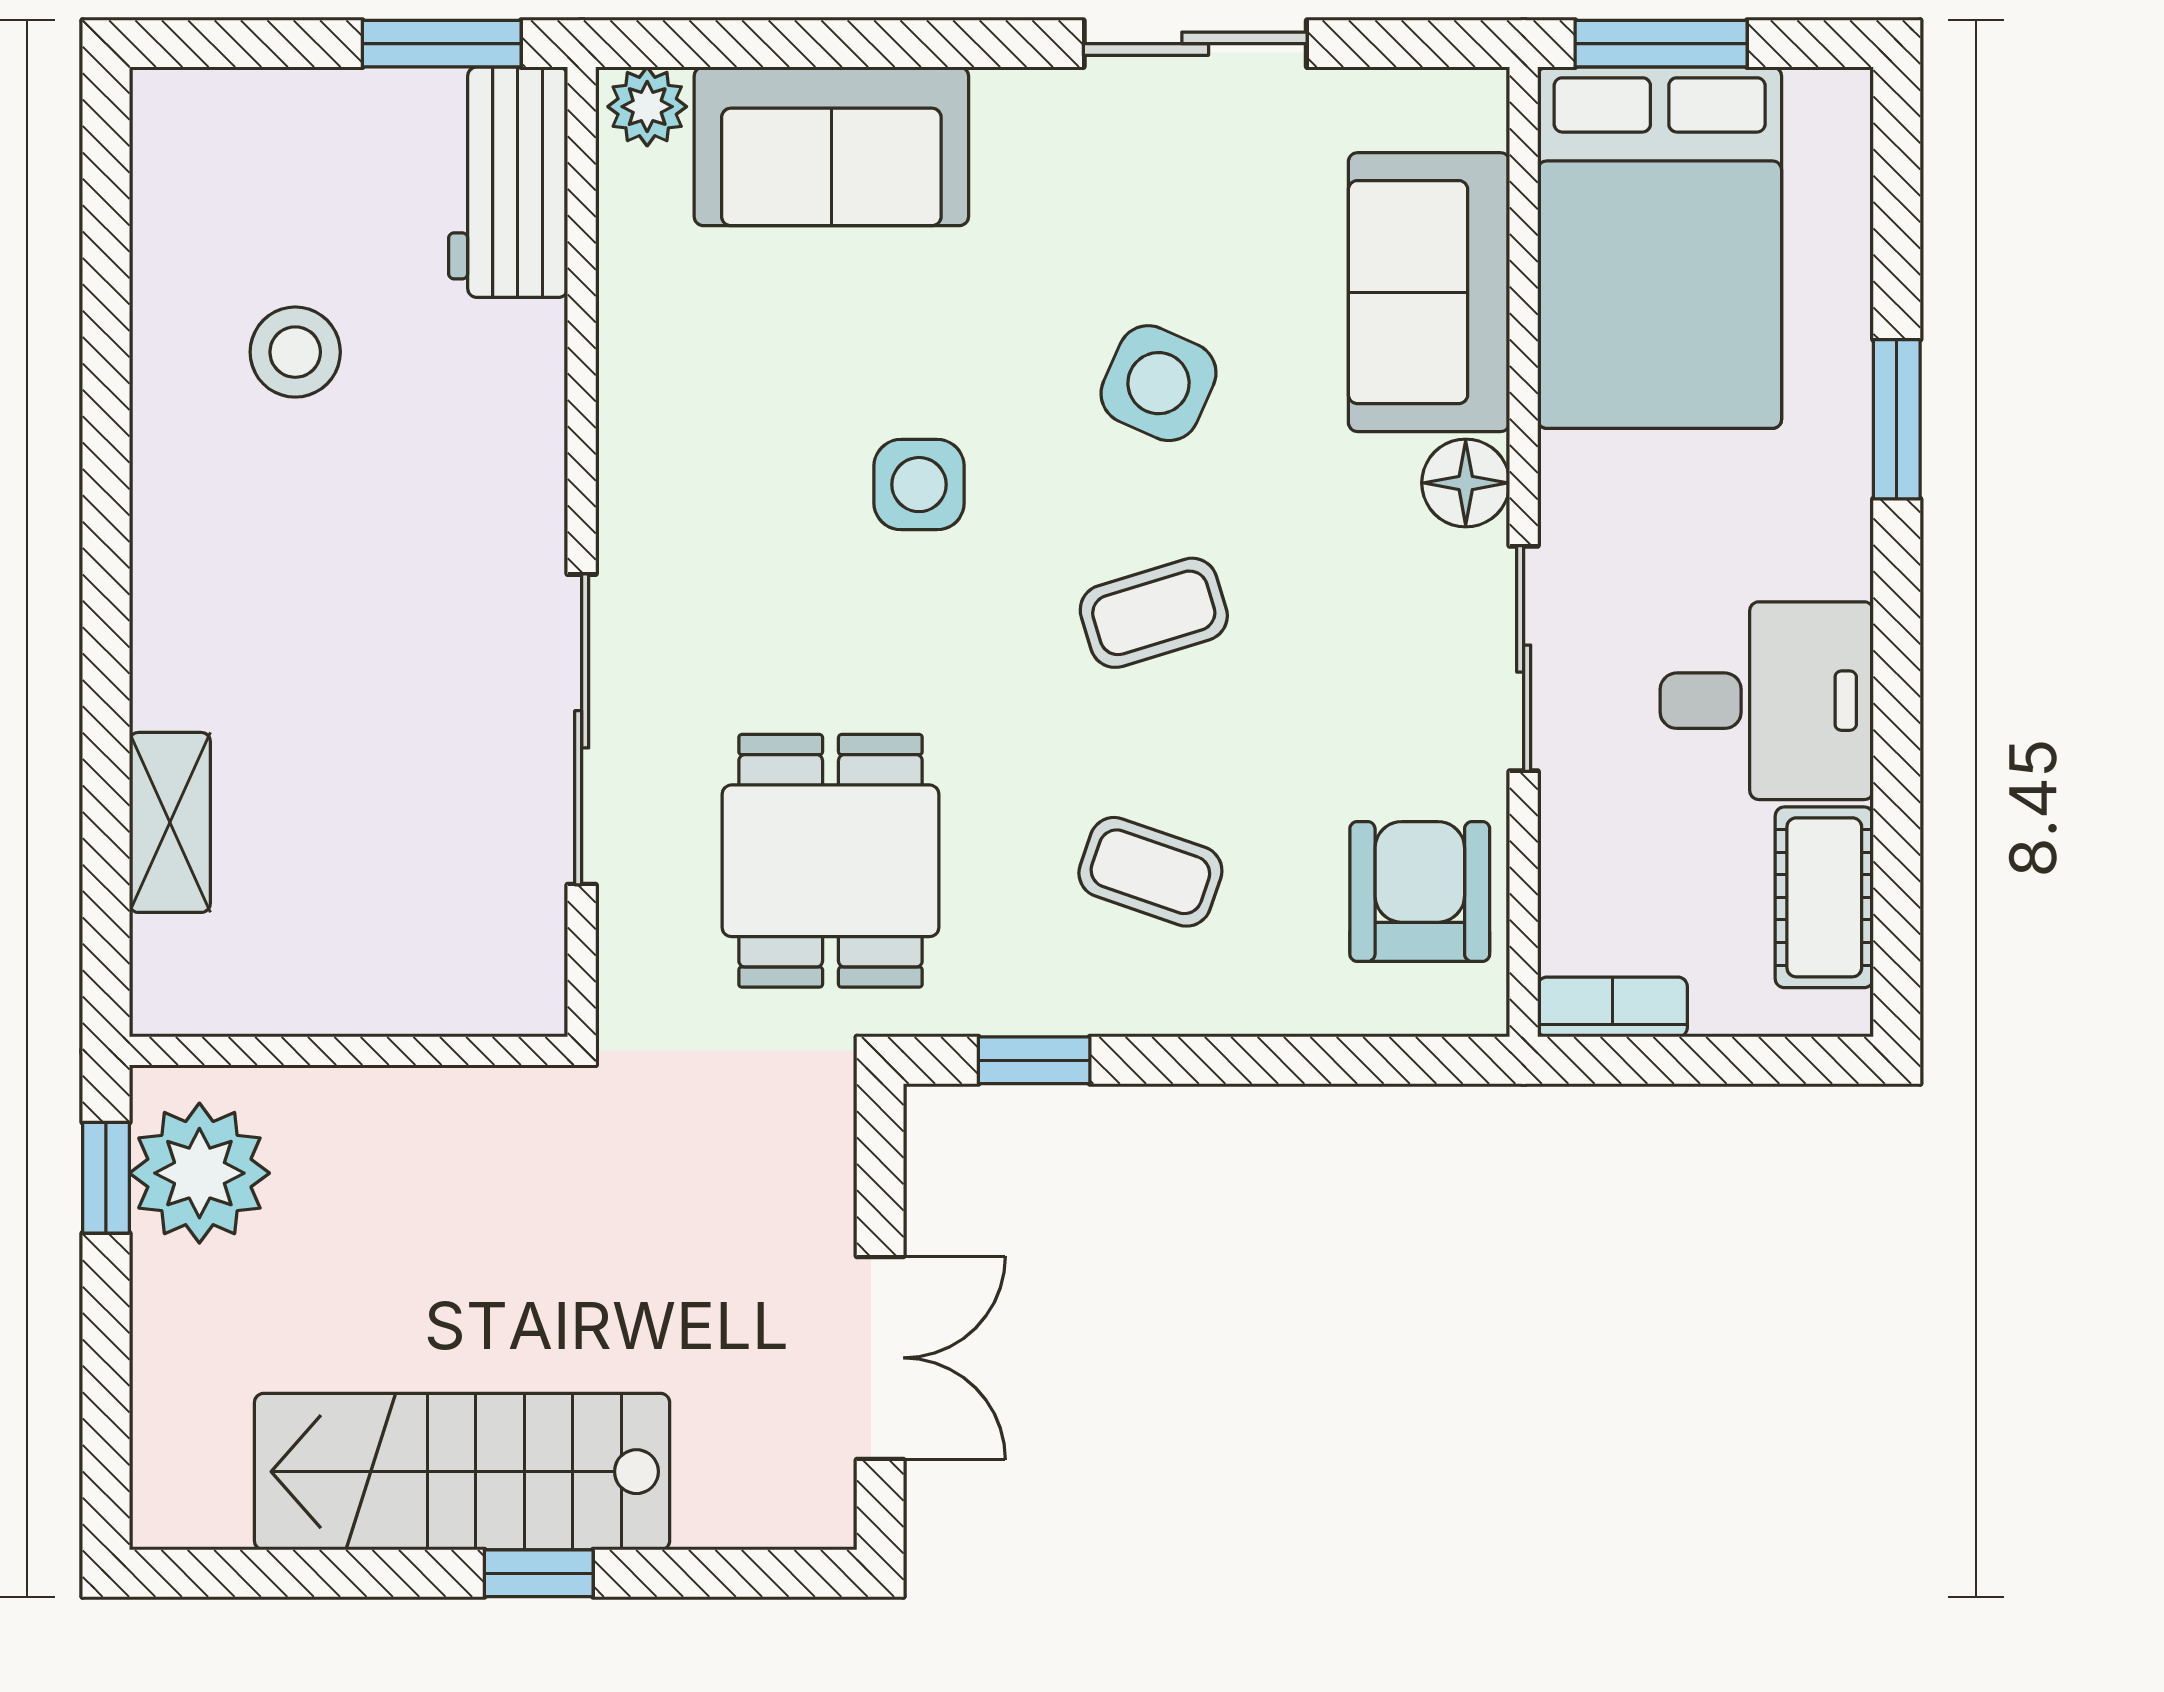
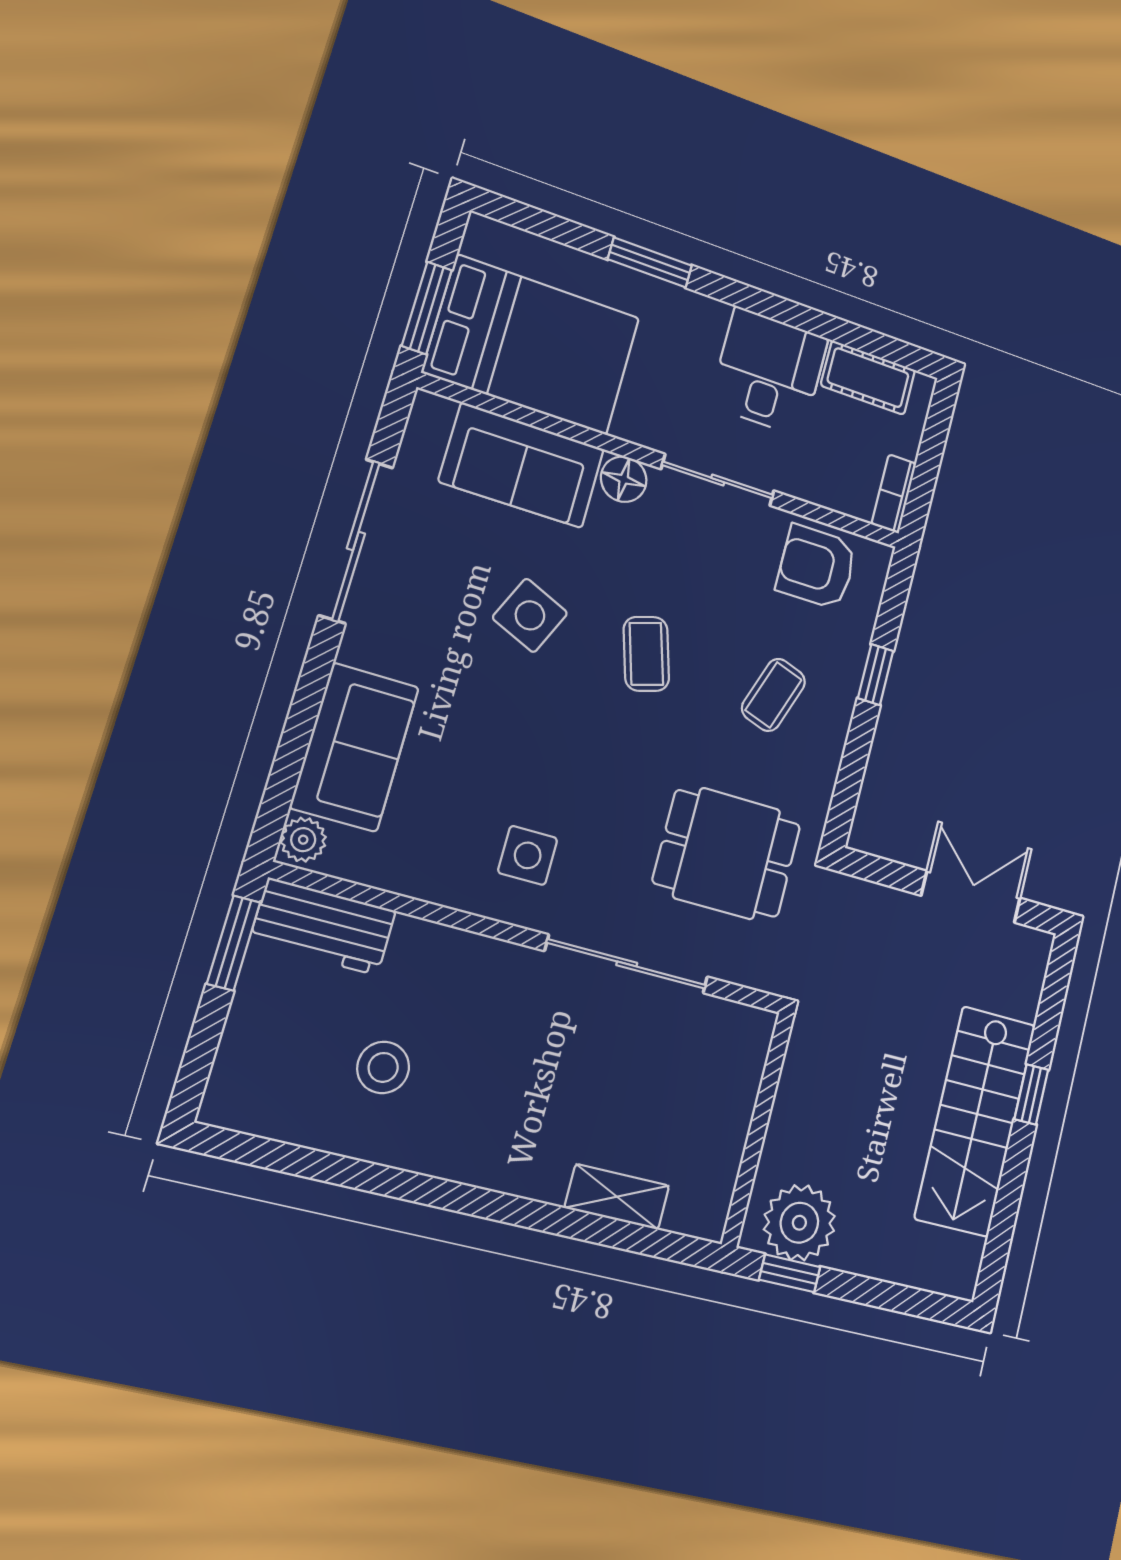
sliding door: (1195, 44) -> (356, 541), width x1.37
side table: (919, 485) -> (528, 855), moved
window: (1034, 1060) -> (876, 675), moved

